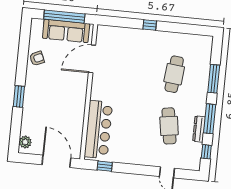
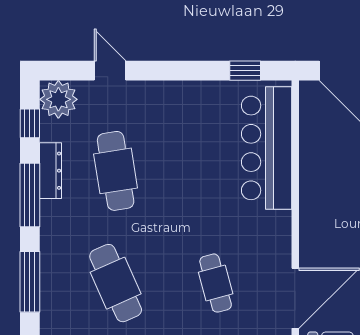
cafe table: (128, 70) -> (216, 283), added
cafe table: (174, 74) -> (116, 283), turned -30
plant: (192, 162) -> (58, 99), added

